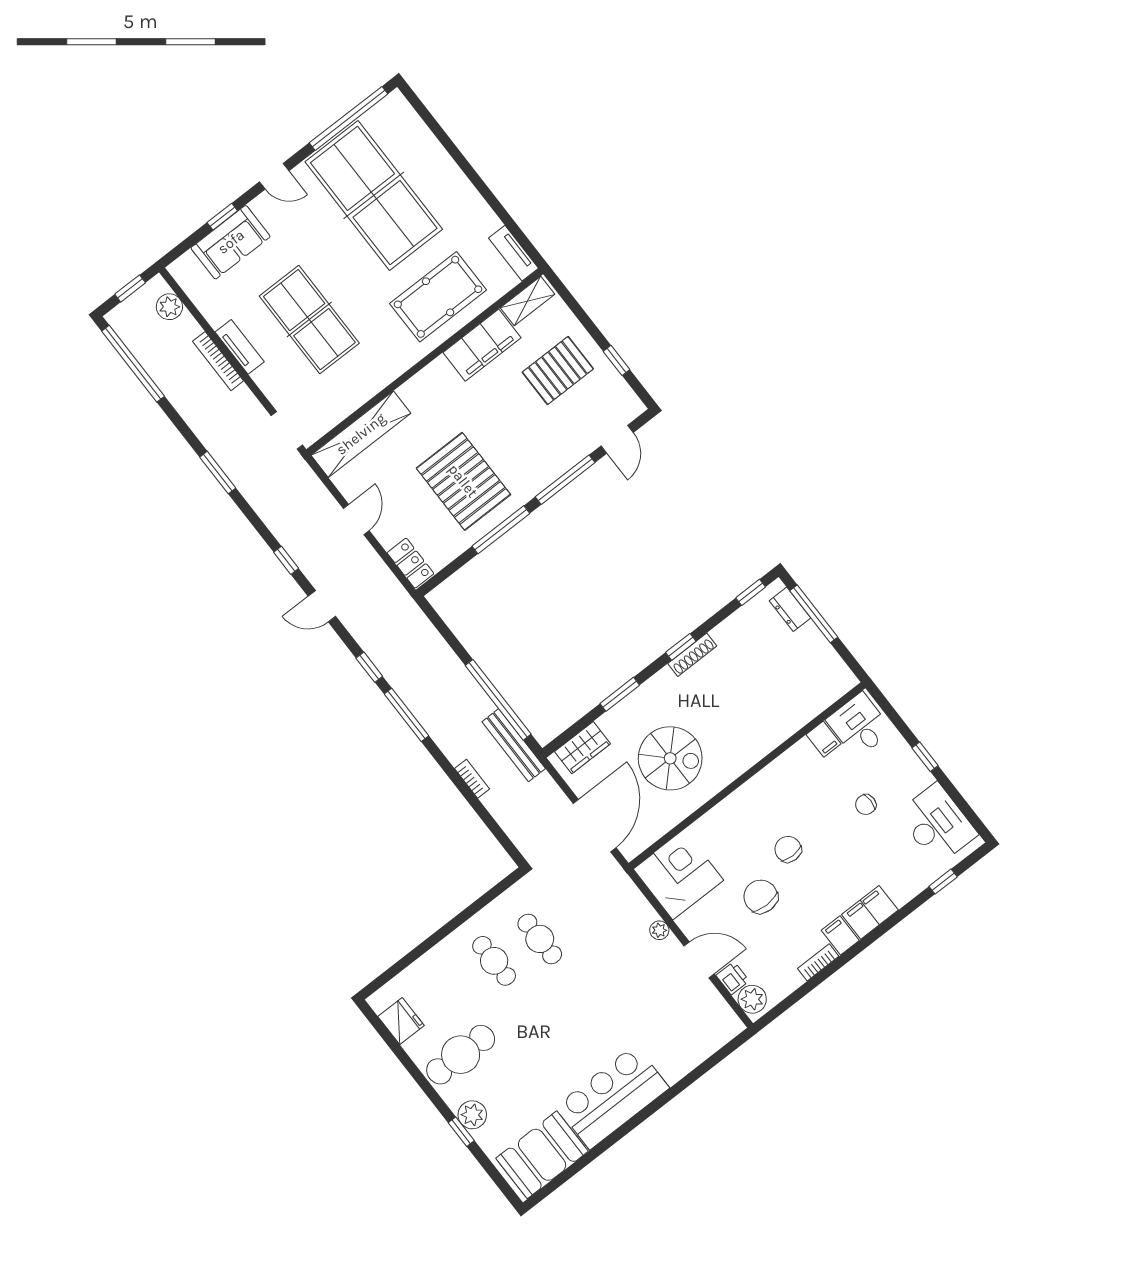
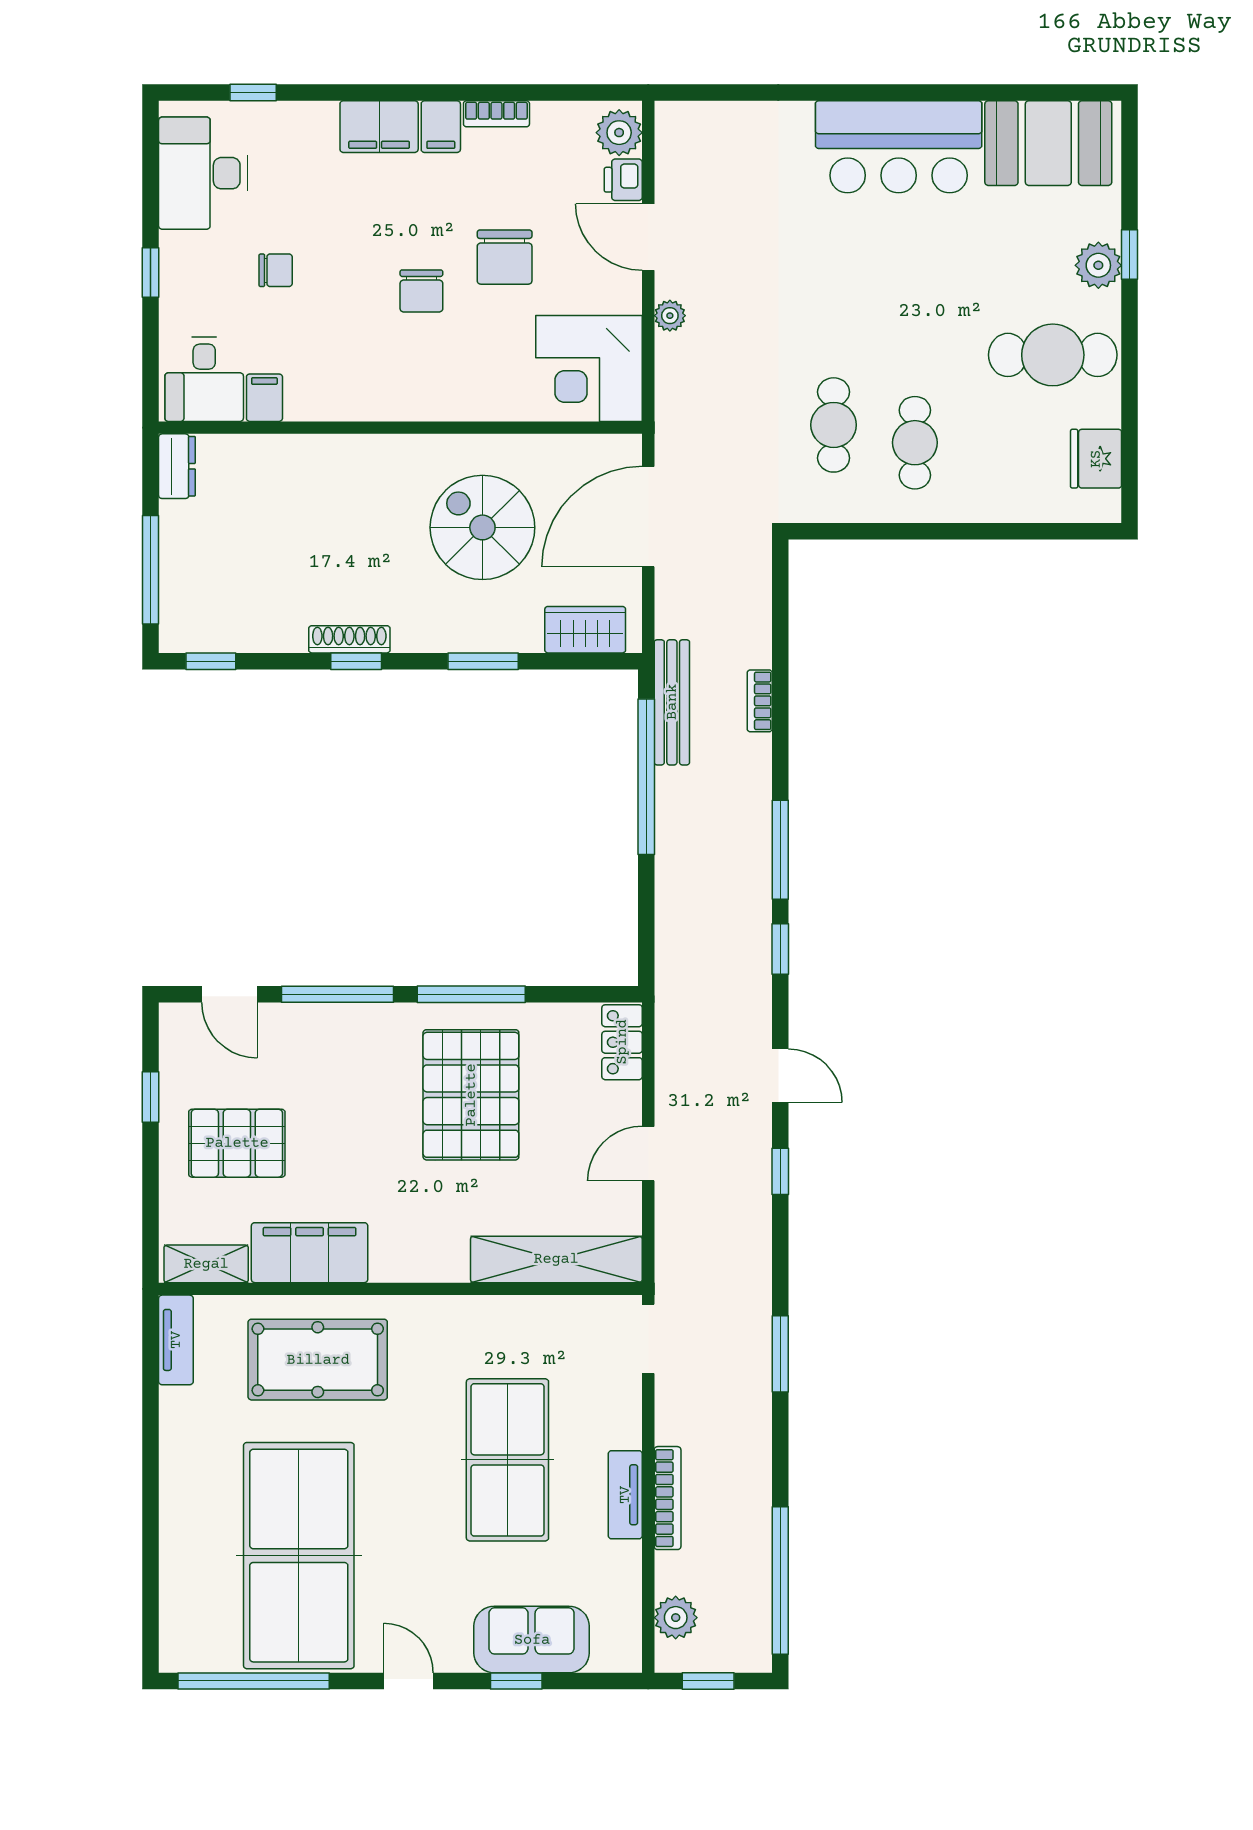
door: (617, 439) -> (229, 994), swing flipped
dresser: (790, 609) -> (177, 466), moved

